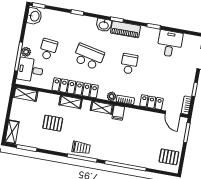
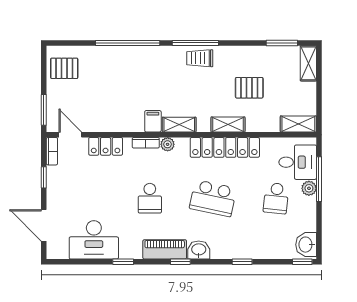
desk: (170, 44) -> (94, 240), width x1.37

